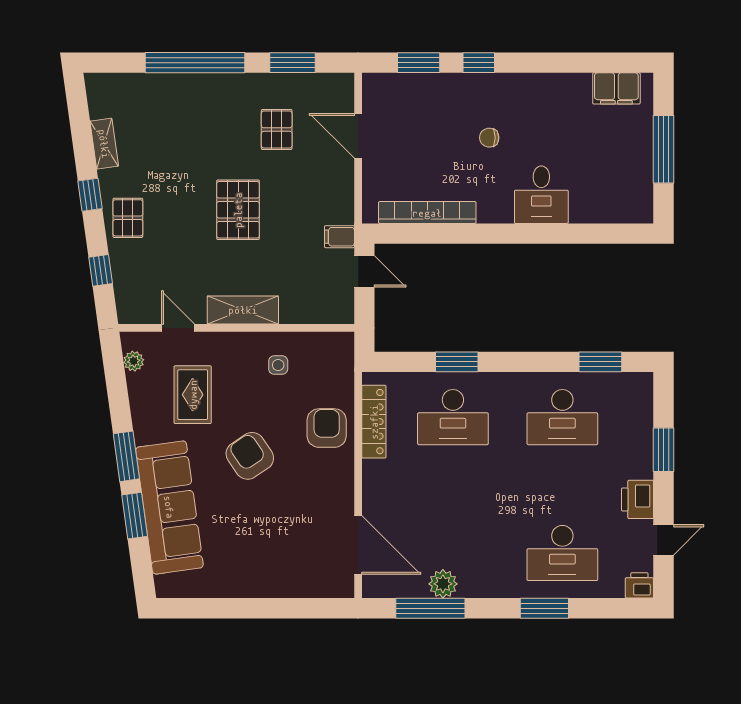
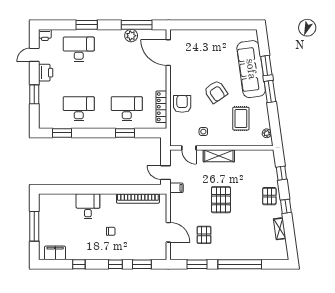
window: (562, 63) -> (79, 264), added
door: (178, 328) -> (189, 148), moved
armchair: (327, 428) -> (182, 104), turned 180

